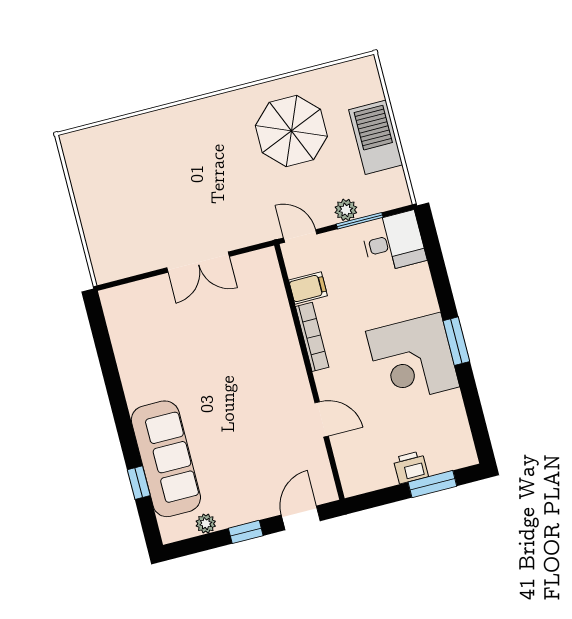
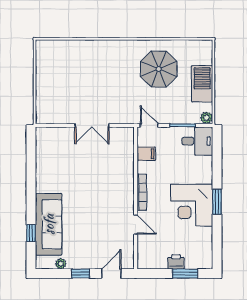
plant: (346, 210) -> (207, 118), moved
bookcase: (312, 337) -> (142, 192), moved

